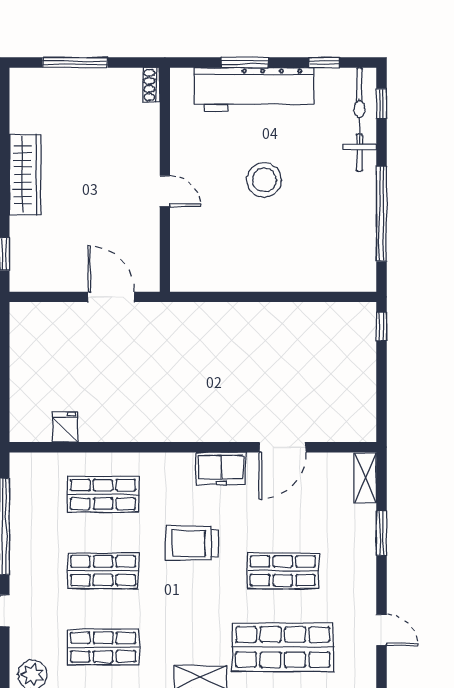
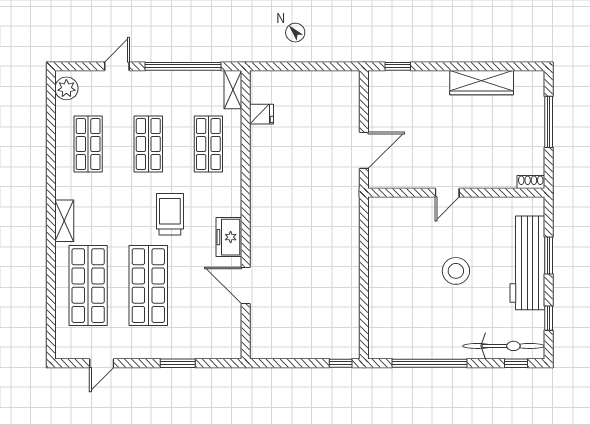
wardrobe: (25, 175) -> (482, 83), moved
shelving: (365, 478) -> (233, 90), moved, turned 90
shop shelf: (283, 571) -> (148, 286), width x1.43, depth x1.36

